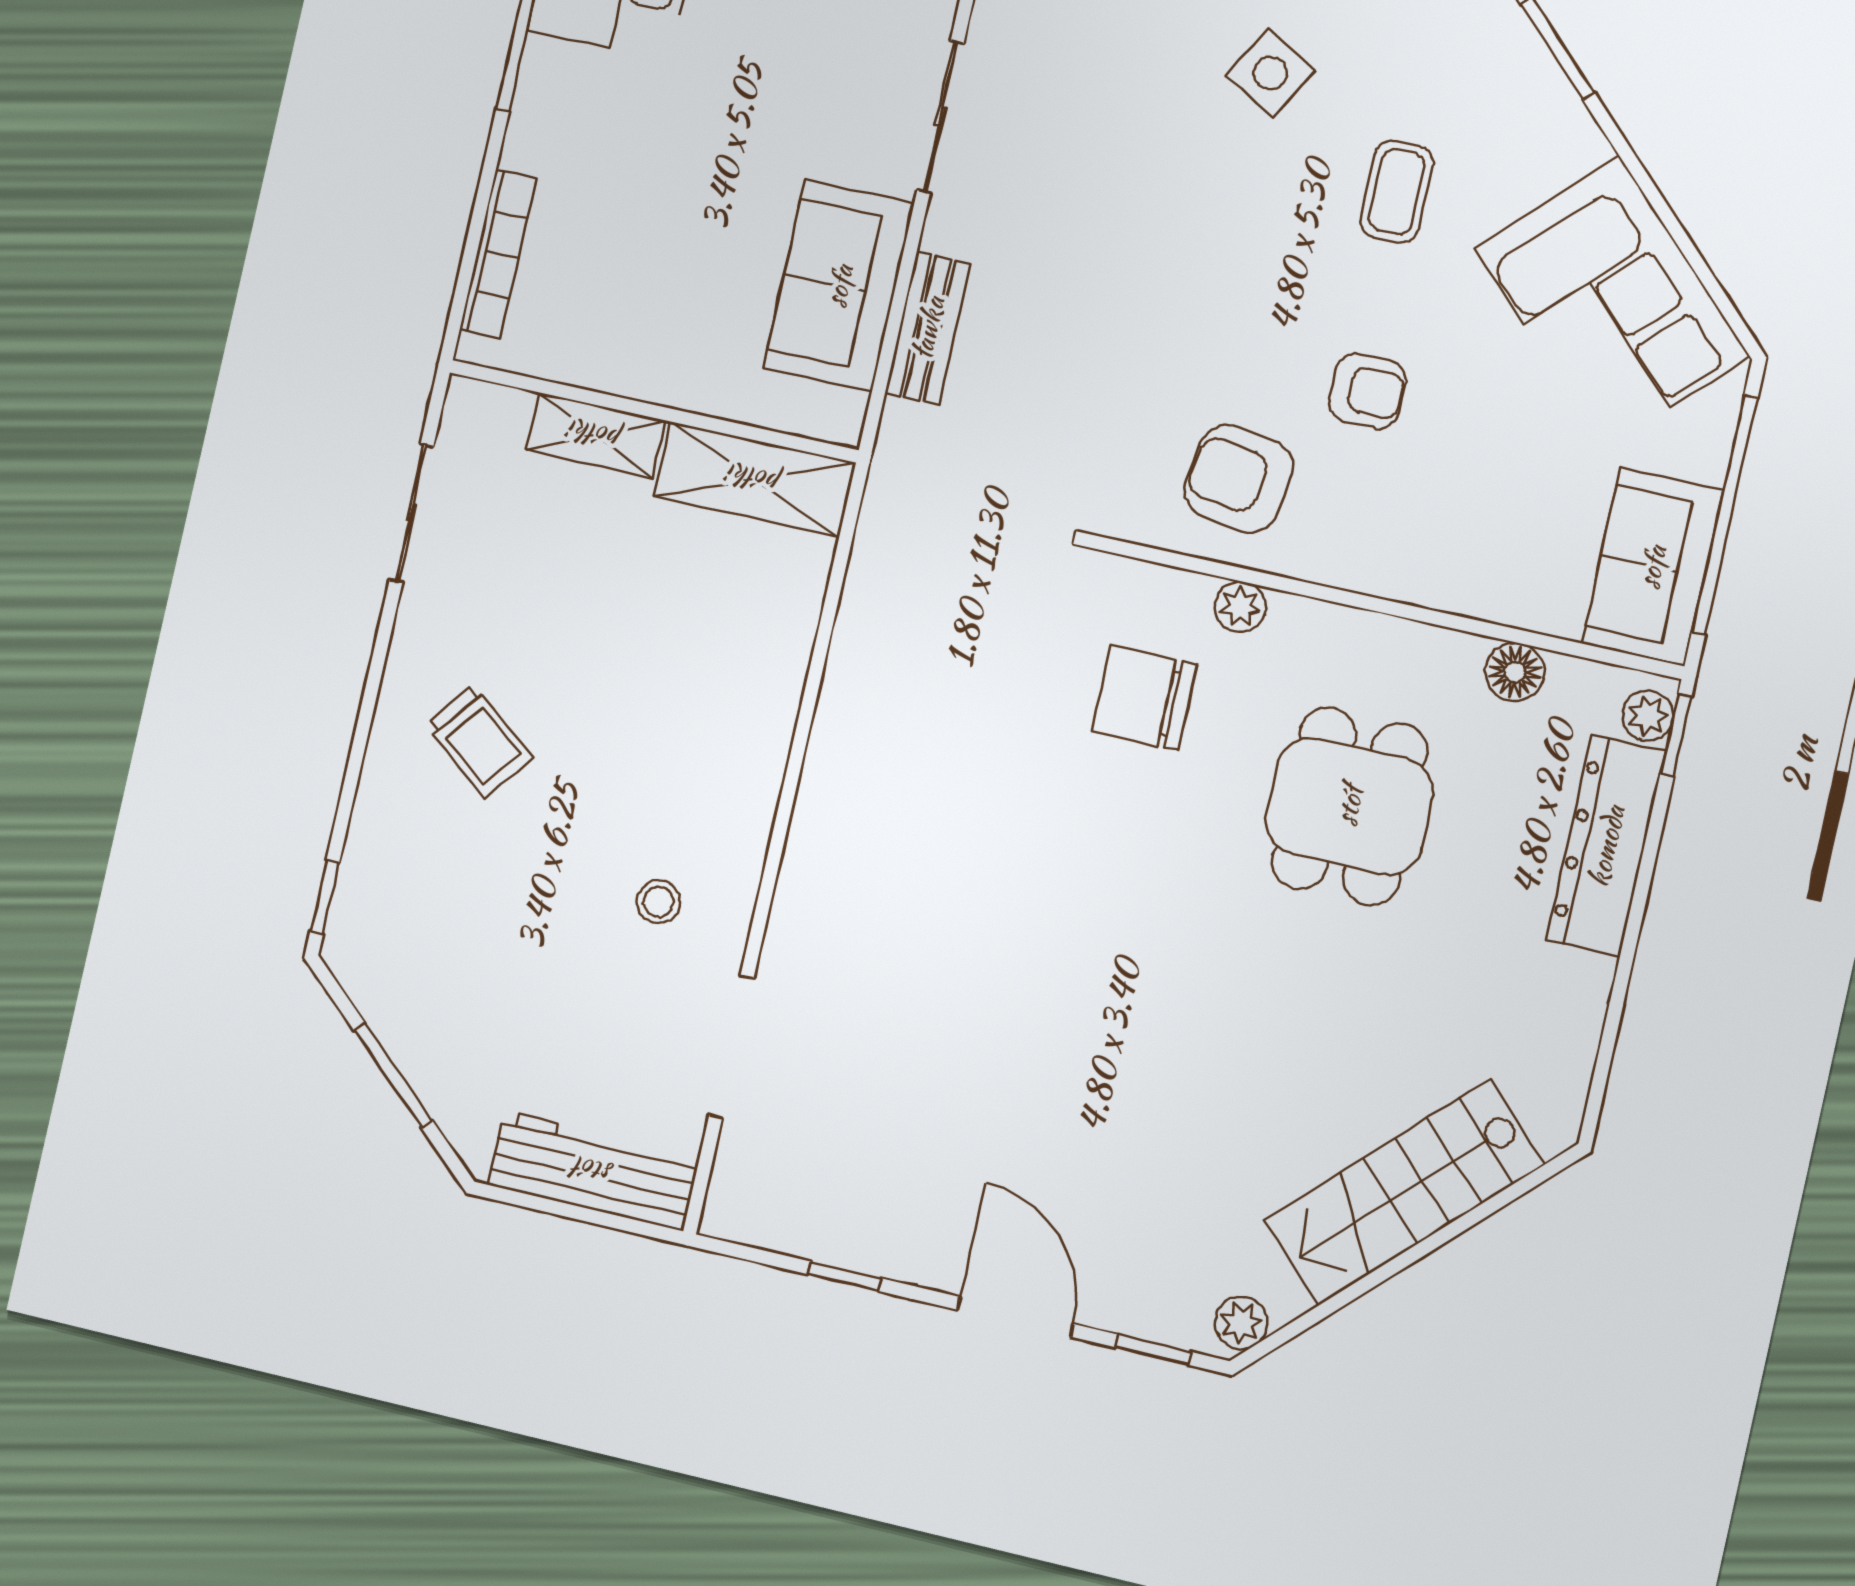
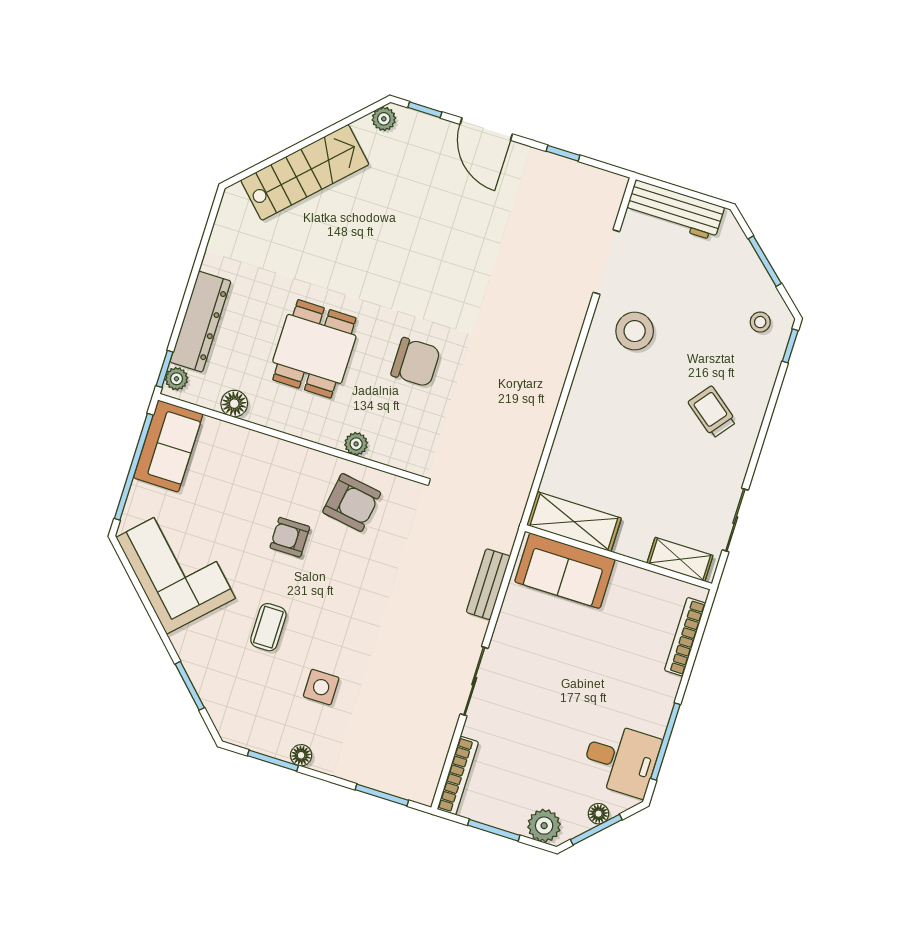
side table: (1270, 73) -> (321, 687), turned -30
sofa: (839, 286) -> (565, 571), moved, turned 90
shelving: (596, 435) -> (680, 559), moved
chair: (1144, 698) -> (416, 362), moved
stool: (659, 902) -> (635, 331), width x1.89, depth x1.89
stool: (392, 943) -> (760, 322), added

